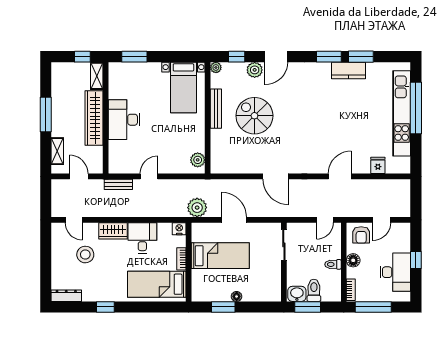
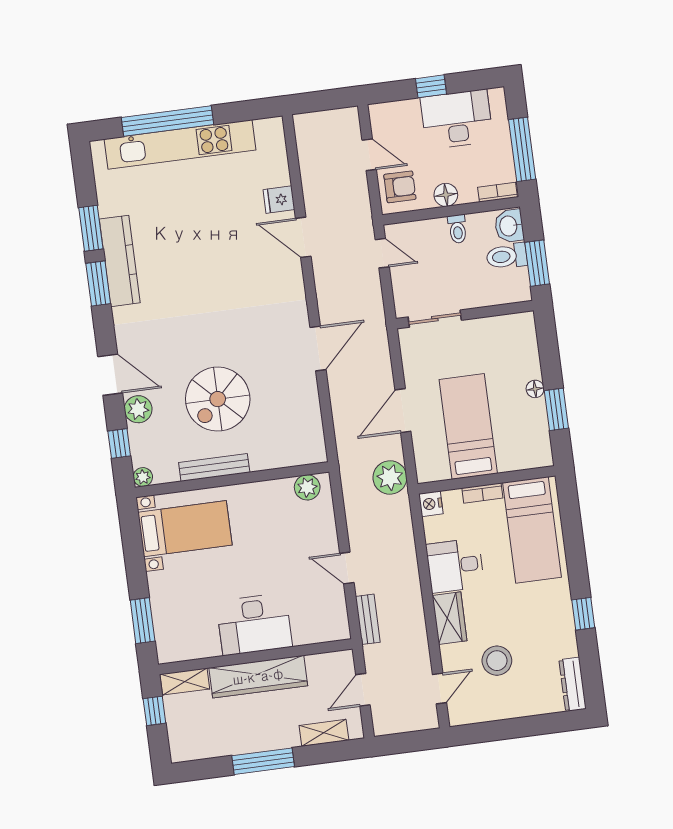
kitchen counter: (349, 70) -> (120, 261), width x1.50
fridge: (378, 165) -> (279, 200), moved
washbasin: (297, 294) -> (509, 226), moved

